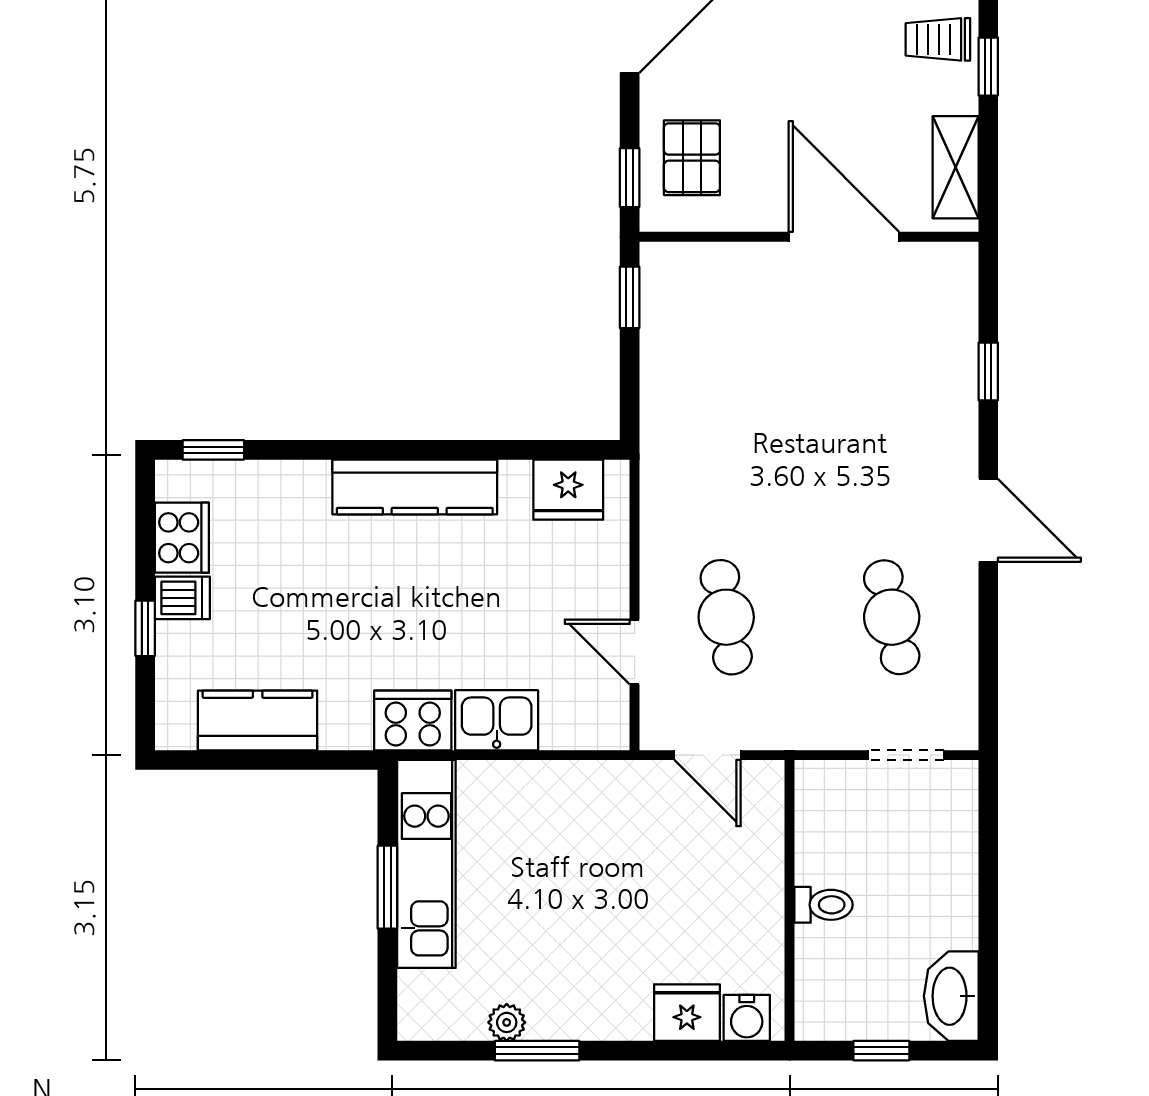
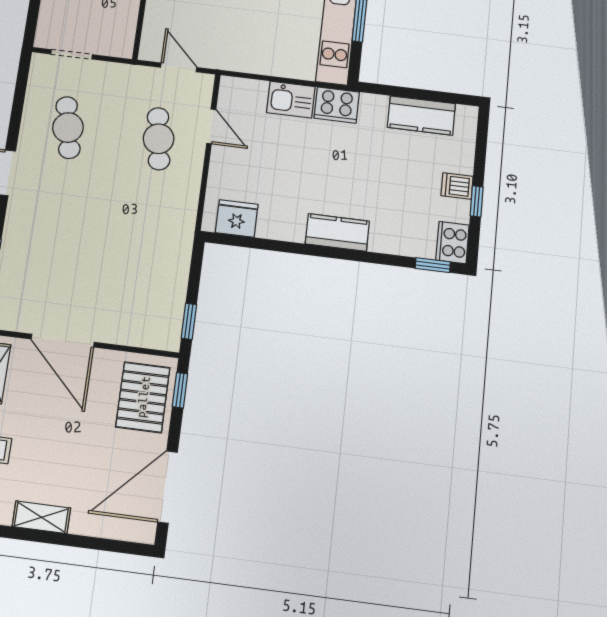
pallet: (692, 158) -> (143, 397), width x1.50, depth x1.42
kitchen counter: (415, 487) -> (337, 232), width x0.67
cooker: (182, 538) -> (453, 243), moved
window: (145, 628) -> (477, 201), moved

